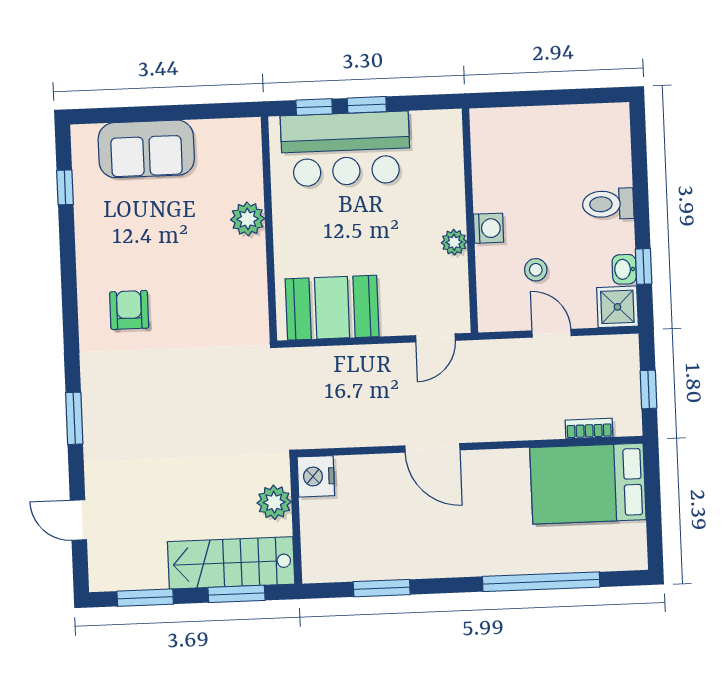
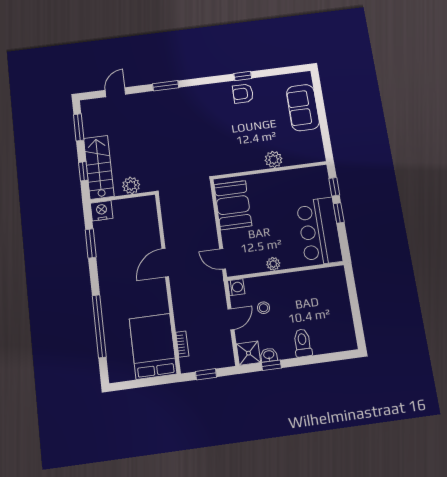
bar counter: (346, 149) -> (319, 231), moved
window: (65, 187) -> (243, 76), moved
washing machine: (489, 228) -> (236, 287), moved, turned -90
armchair: (129, 310) -> (243, 94), moved, turned 180
nightstand: (316, 476) -> (102, 211), moved
window: (237, 594) -> (83, 171), width x0.67

